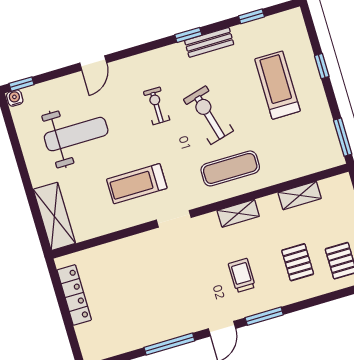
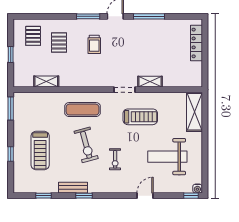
shelving: (238, 213) -> (150, 82), moved
locker: (74, 295) -> (197, 43), moved

